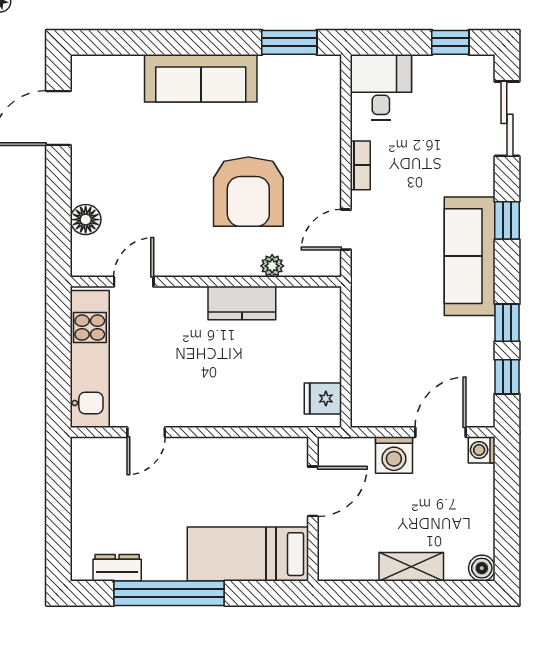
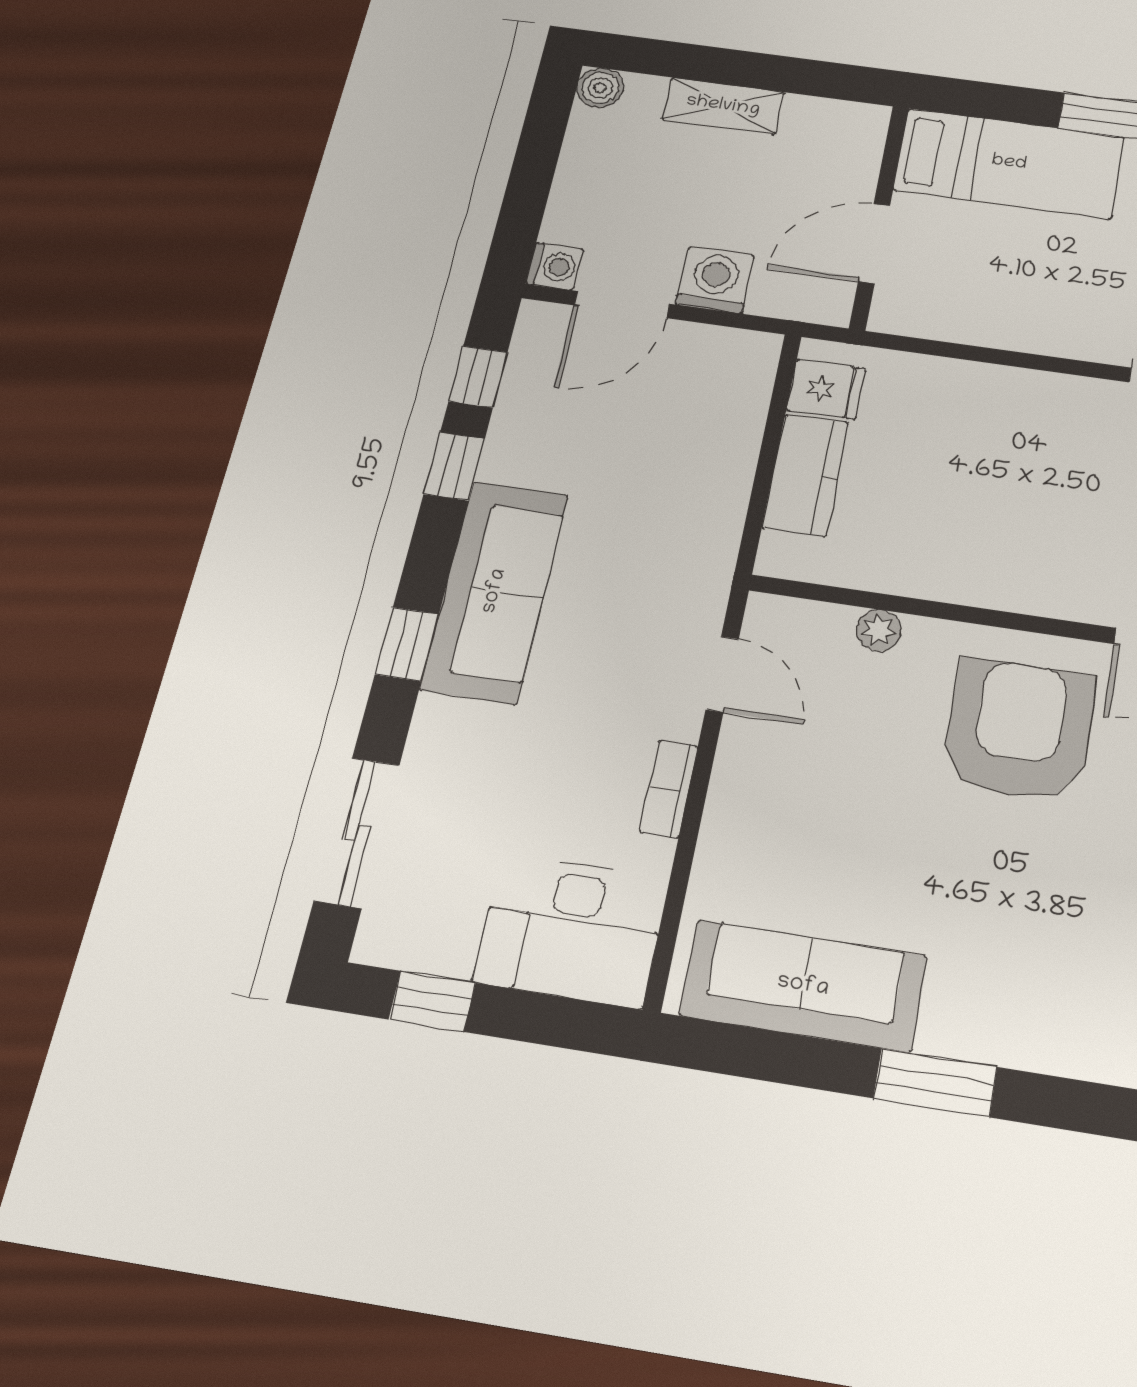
window: (289, 42) -> (935, 1083), moved
sofa: (201, 78) -> (803, 986), moved
desk: (381, 87) -> (571, 930), width x1.37
armchair: (248, 192) -> (1019, 730), moved
door: (346, 230) -> (722, 674), hinge flipped
kitchen counter: (242, 303) -> (806, 475), moved, turned 90

